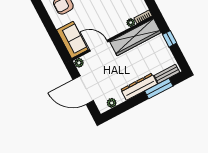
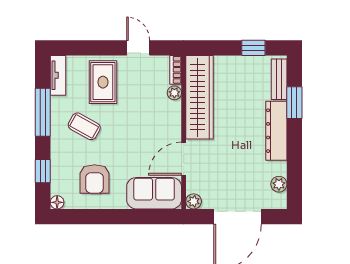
window: (170, 39) -> (253, 48), moved
window: (159, 88) -> (294, 103), width x0.69

